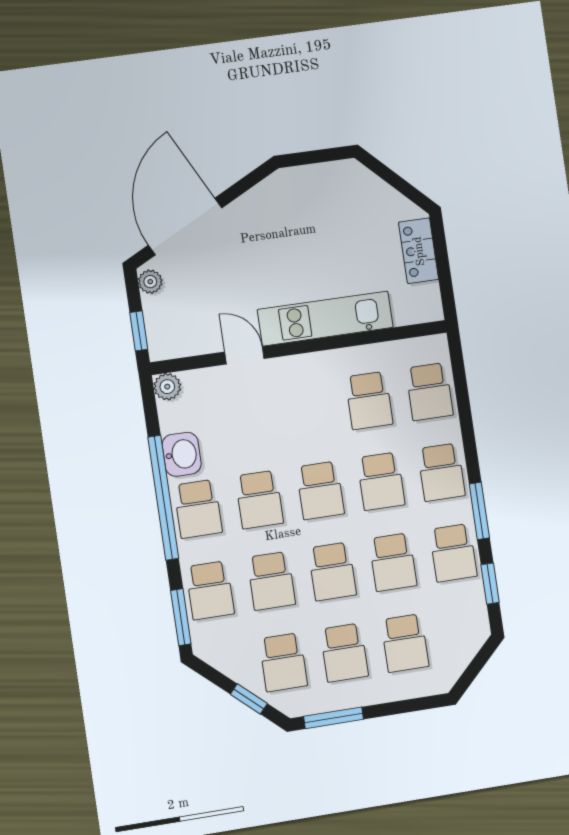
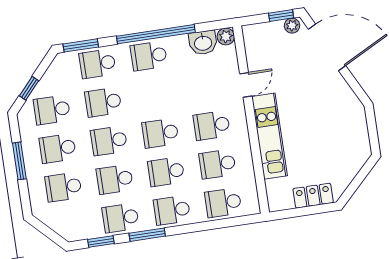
window: (139, 331) -> (281, 15), moved
washbasin: (182, 454) -> (203, 43), moved
school desk: (259, 500) -> (212, 125), moved
window: (334, 718) -> (19, 161), moved

